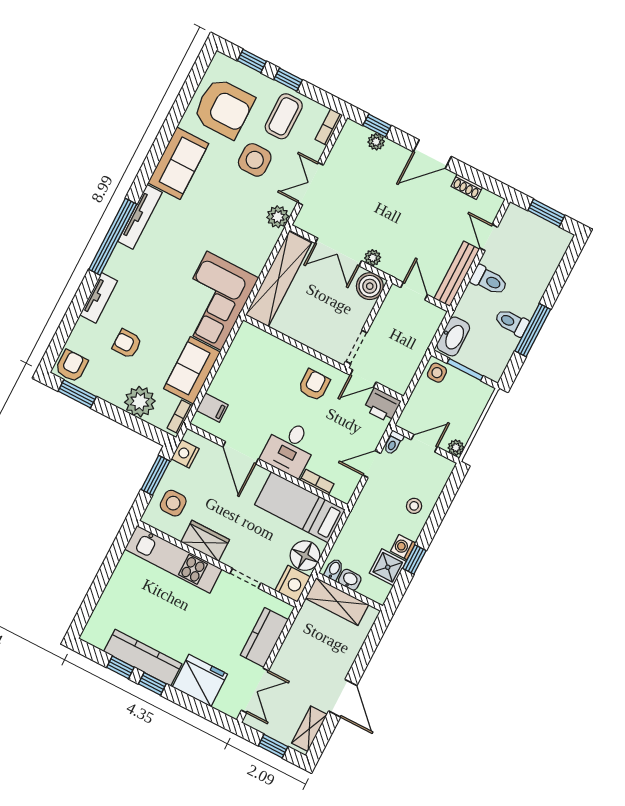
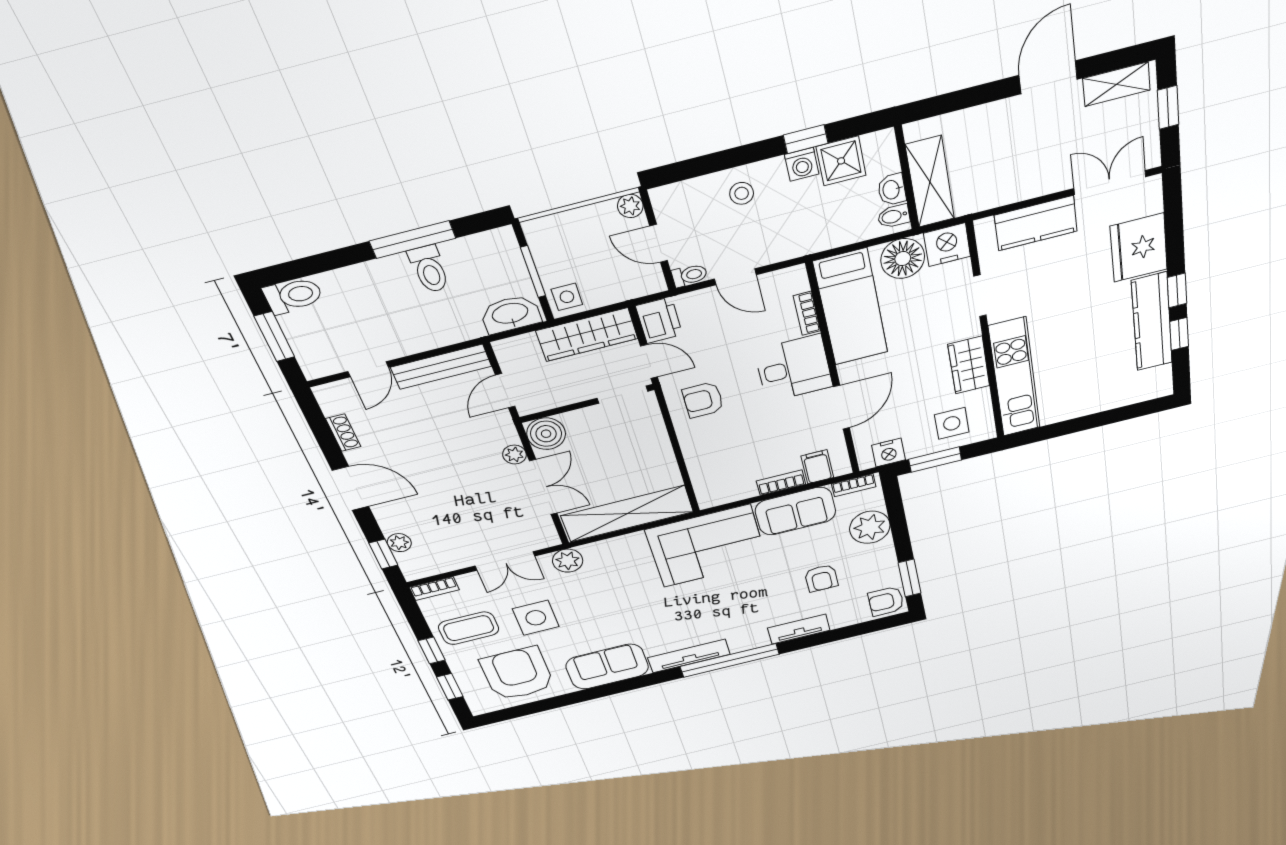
toilet: (489, 280) -> (293, 296), moved, turned 90
wardrobe: (407, 362) -> (587, 335), added
bookcase: (220, 379) -> (781, 483), added

